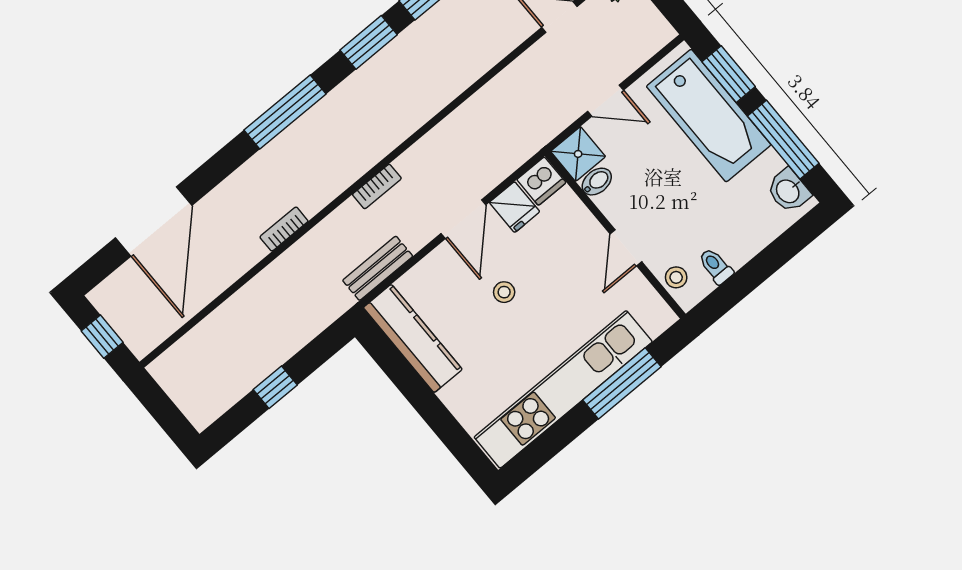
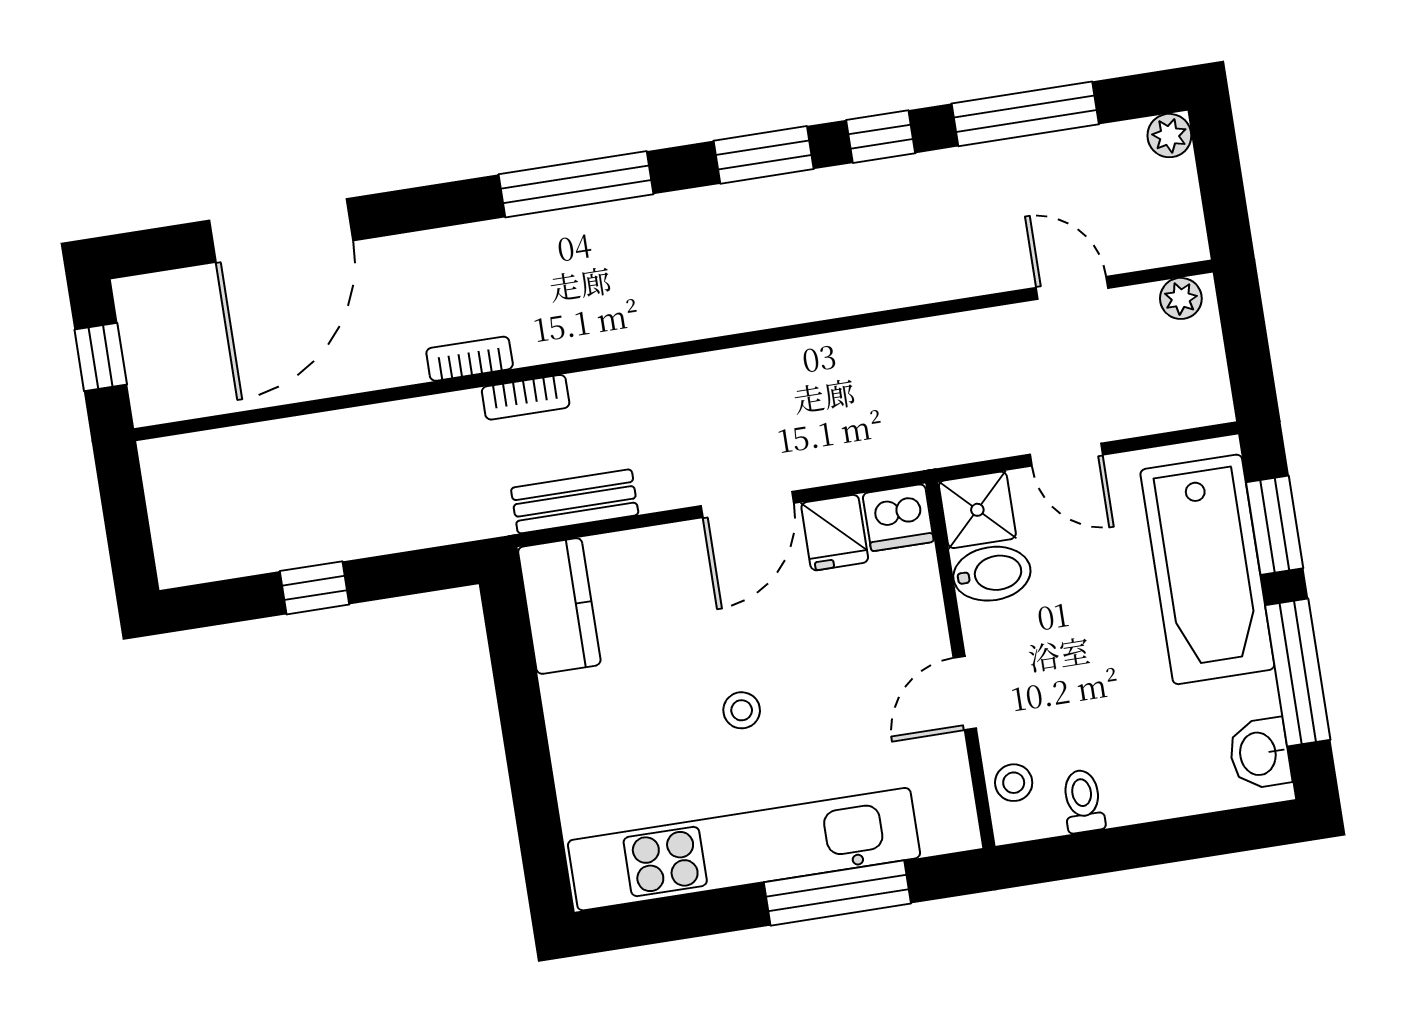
bidet: (597, 182) -> (992, 574), width x1.38, depth x1.36
bookcase: (377, 186) -> (526, 397), moved
stool: (504, 292) -> (742, 710), moved
kitchen counter: (413, 338) -> (559, 606), width x0.67

